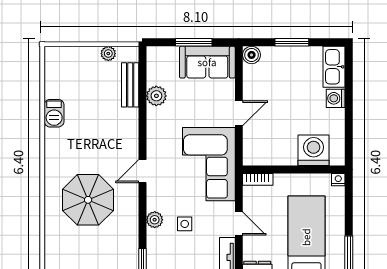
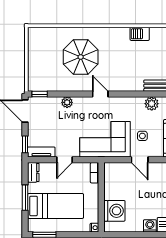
side table: (185, 224) -> (142, 136), moved

